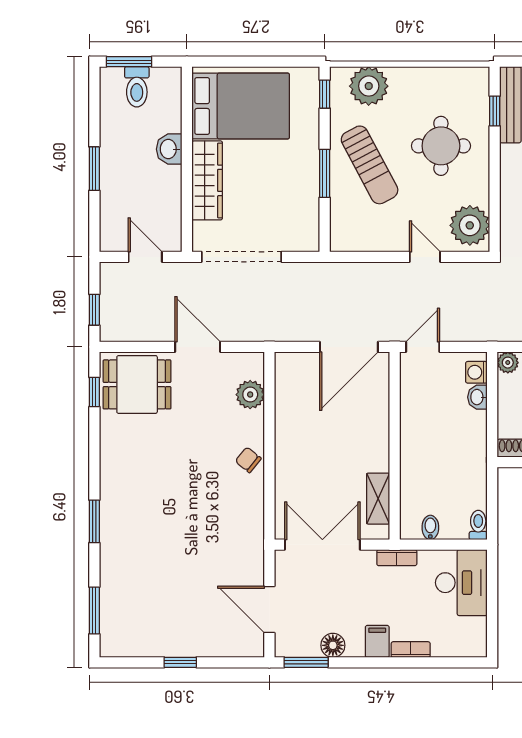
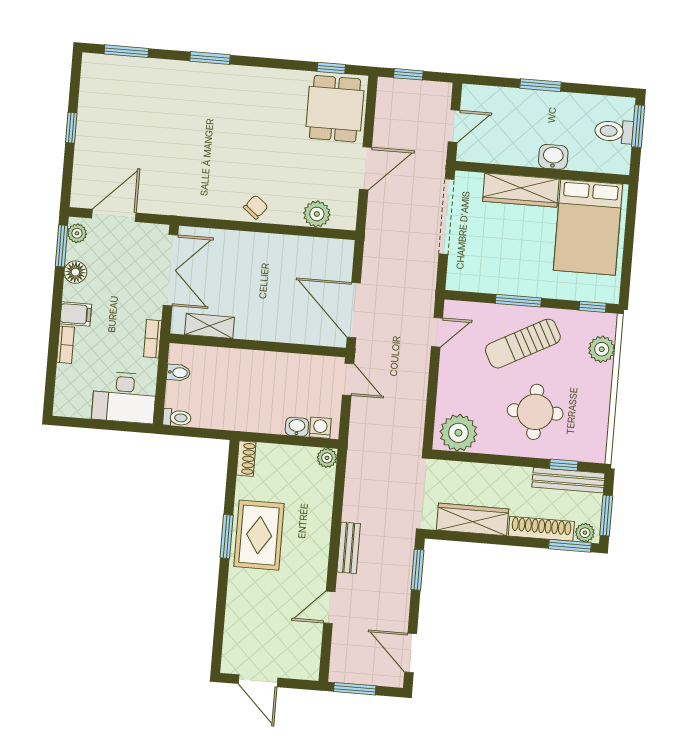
plant: (369, 86) -> (602, 349), width x0.73, depth x0.73
door: (425, 257) -> (437, 332), moved
plant: (292, 647) -> (77, 233), added

